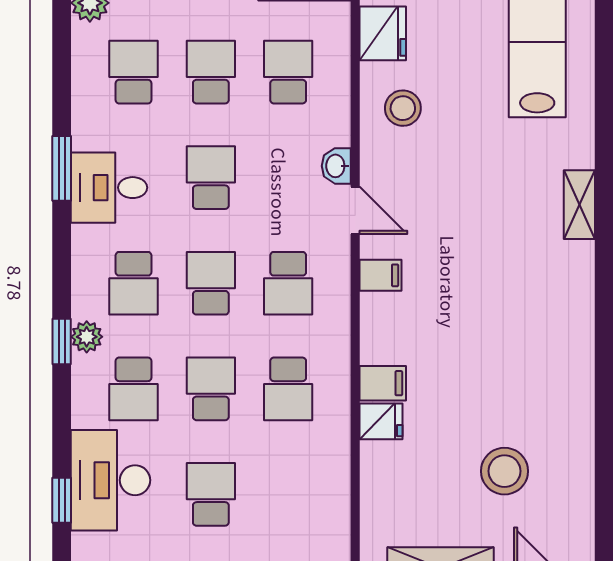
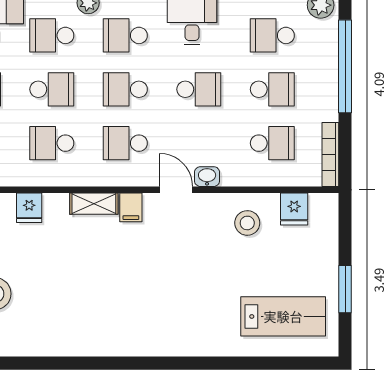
fridge: (383, 33) -> (294, 209), width x0.72
school desk: (133, 72) -> (272, 35), turned 180
shelving: (579, 205) -> (94, 204), moved
door: (355, 210) -> (176, 190), swing flipped
school desk: (211, 283) -> (125, 89), turned 180
filing cabinet: (383, 383) -> (56, 209), removed

